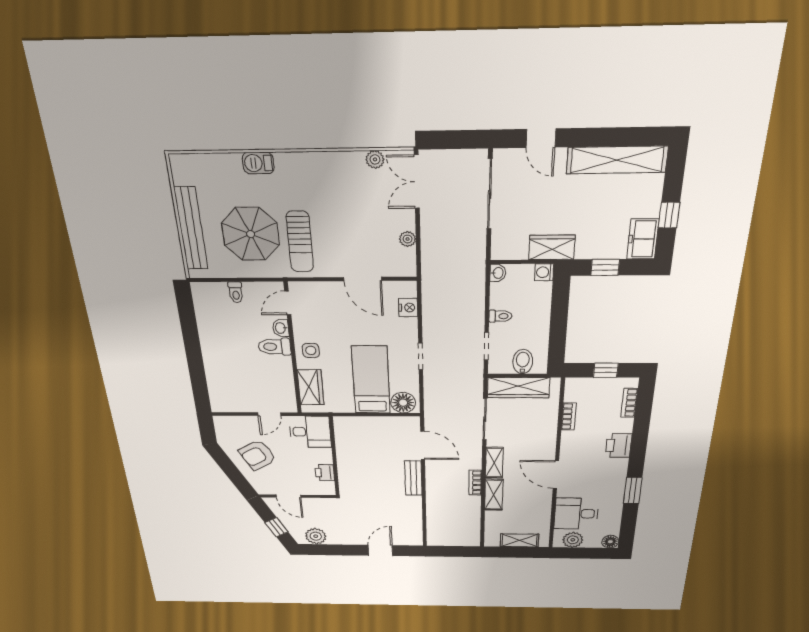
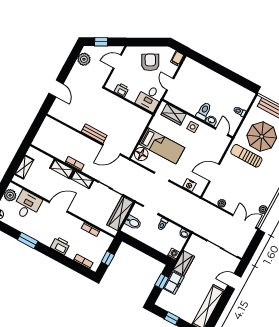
freezer: (643, 239) -> (174, 283), moved, turned 90
filing cabinet: (224, 423) -> (177, 58), added

